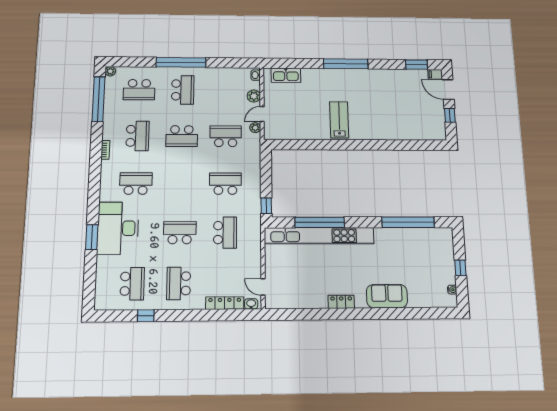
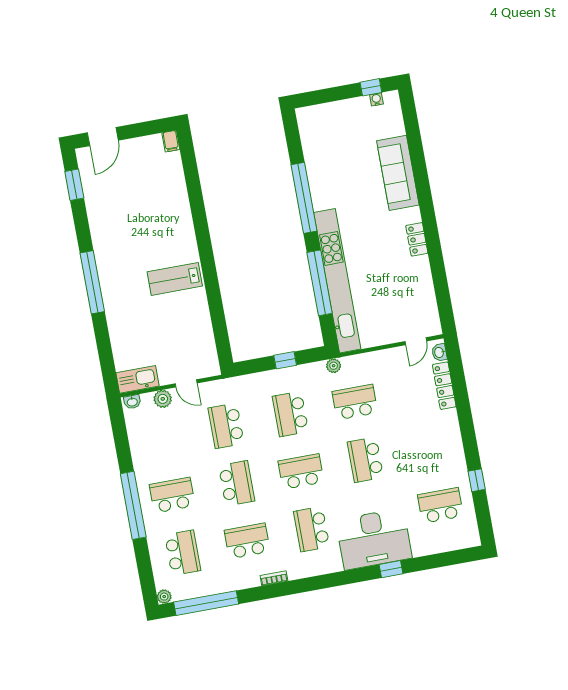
filing cabinet: (435, 74) -> (171, 141), moved
kitchen sink: (286, 75) -> (138, 379), moved, turned -90
window: (450, 115) -> (140, 130), removed
plant: (255, 128) -> (334, 366), moved
window: (266, 206) -> (285, 360), moved
window: (408, 222) -> (304, 198), moved
window: (92, 237) -> (391, 569), width x0.67
window: (460, 268) -> (371, 87), moved
school desk: (179, 283) -> (301, 472), moved, turned 180
sofa: (387, 296) -> (398, 173), width x1.36

